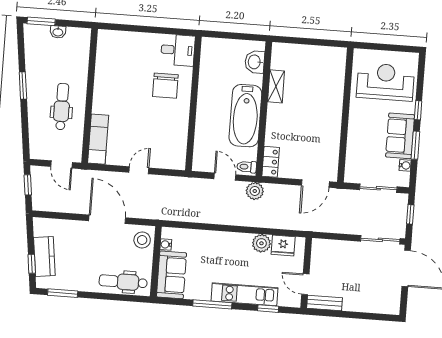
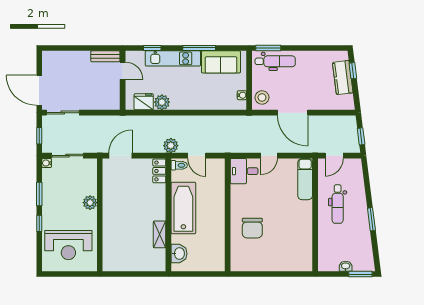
desk: (178, 50) -> (244, 171), moved
chair: (165, 86) -> (252, 228), turned 180
plant: (356, 130) -> (90, 203), added
sofa: (400, 136) -> (53, 201), removed
door: (62, 164) -> (334, 156), swing flipped
water cooler: (405, 165) -> (47, 163), moved
sofa: (171, 275) -> (221, 62), moved, turned -90
window: (63, 293) -> (268, 48), moved

